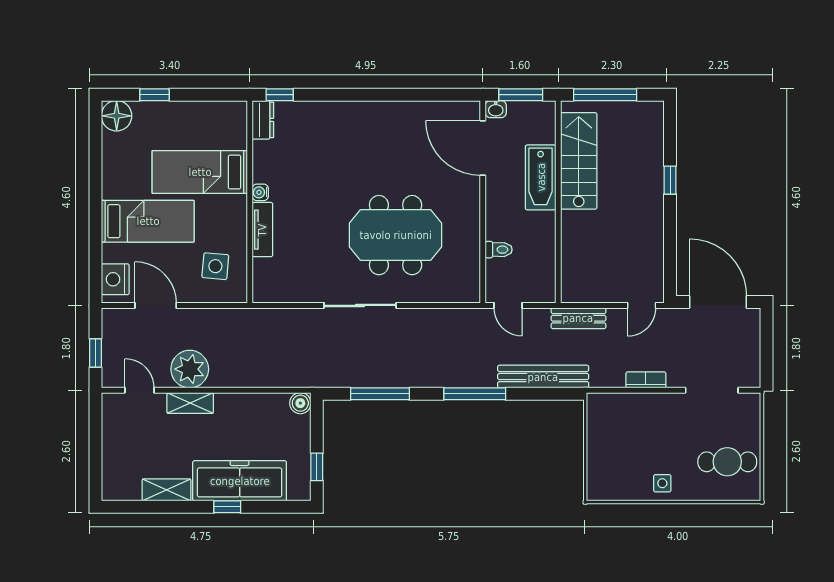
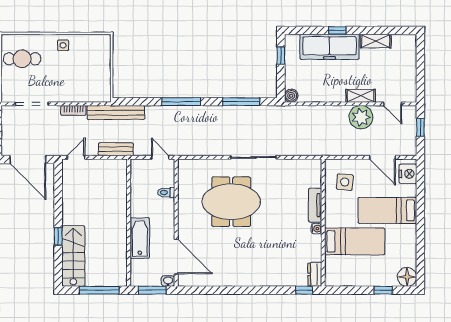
stairs: (579, 161) -> (73, 256), moved, turned 180
bench: (543, 377) -> (116, 113), moved

